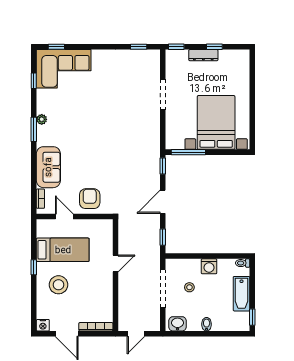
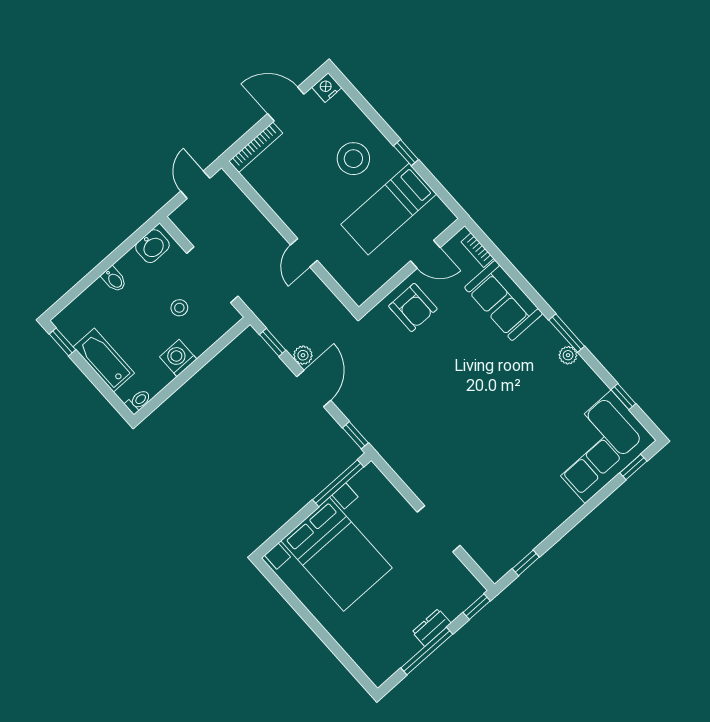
window: (214, 47) -> (427, 651), width x2.17
dresser: (203, 55) -> (432, 627), width x0.70
plant: (155, 220) -> (303, 355), added

